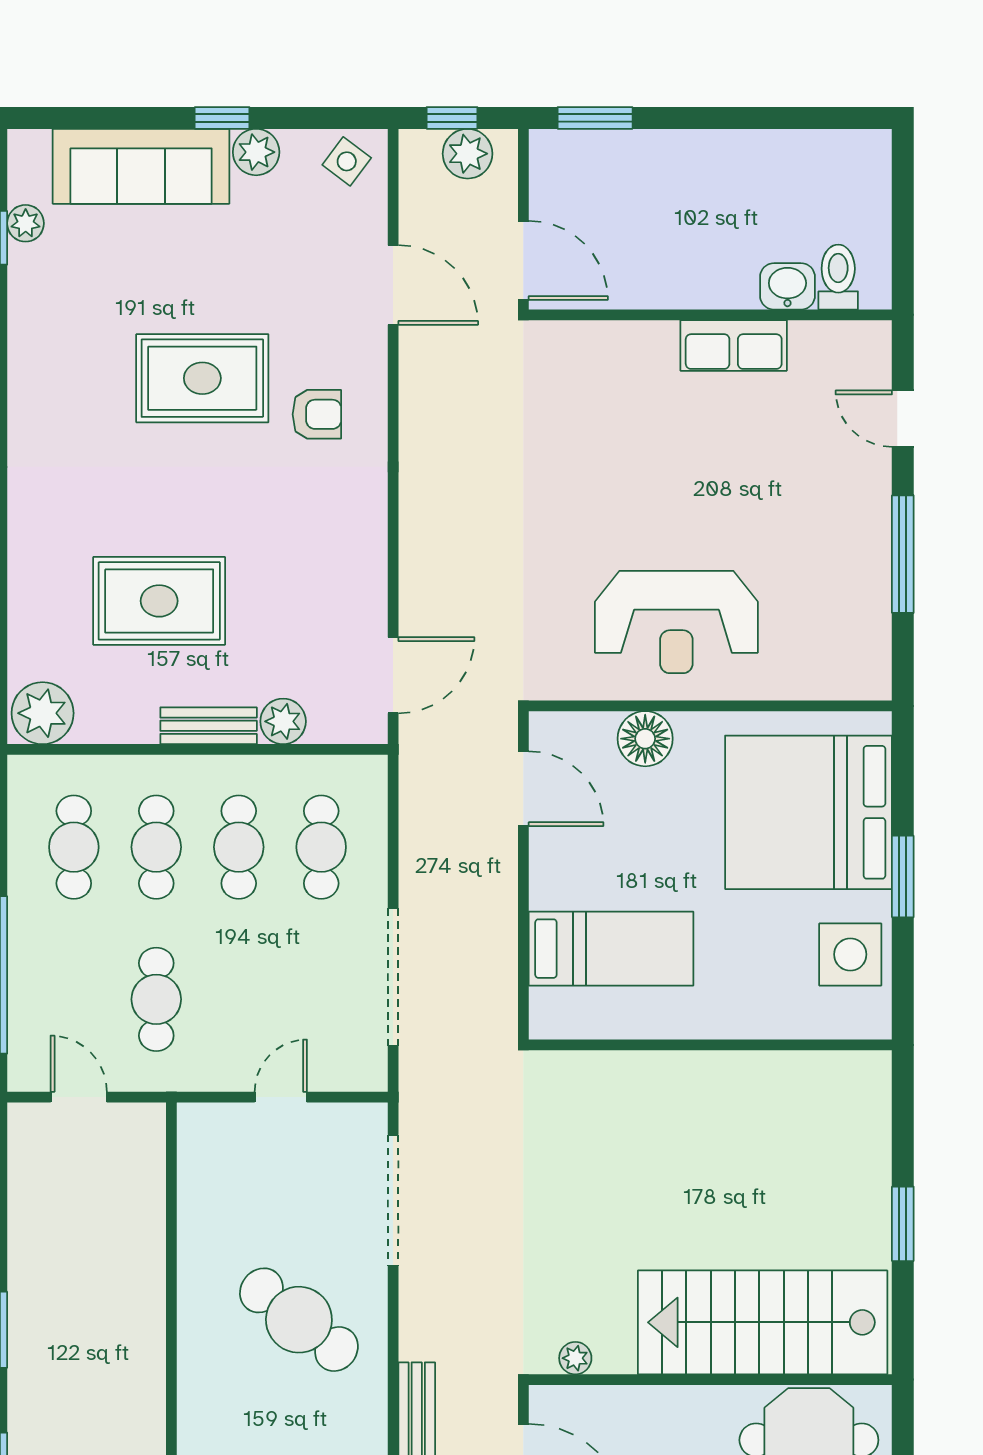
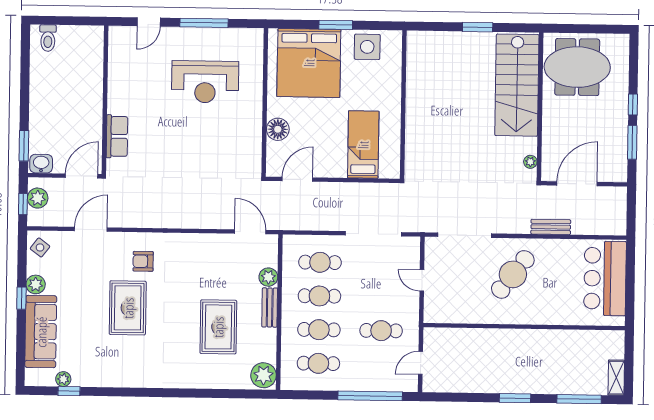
toilet: (838, 277) -> (48, 38), moved, turned -90
washbasin: (787, 286) -> (41, 164), moved, turned 90
row of seats: (734, 345) -> (117, 136), moved
armchair: (317, 414) -> (143, 261), turned -90
reception desk: (676, 622) -> (205, 82), moved, turned 90

